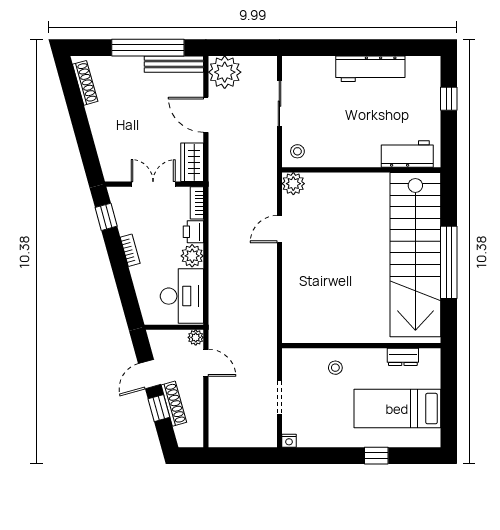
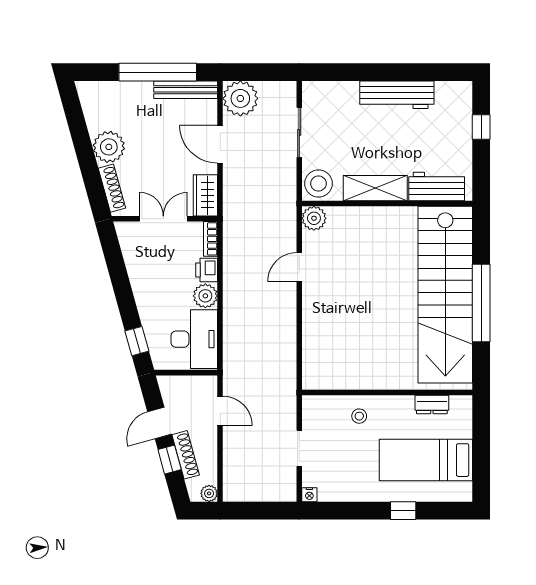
shoe rack: (85, 83) -> (112, 188), moved
plant: (102, 117) -> (109, 147), added
stool: (297, 151) -> (318, 184), width x1.89, depth x1.89
shelving: (350, 156) -> (375, 188), added
window: (106, 217) -> (137, 341), moved
bookcase: (130, 250) -> (139, 290), removed
plant: (196, 337) -> (209, 493), moved

